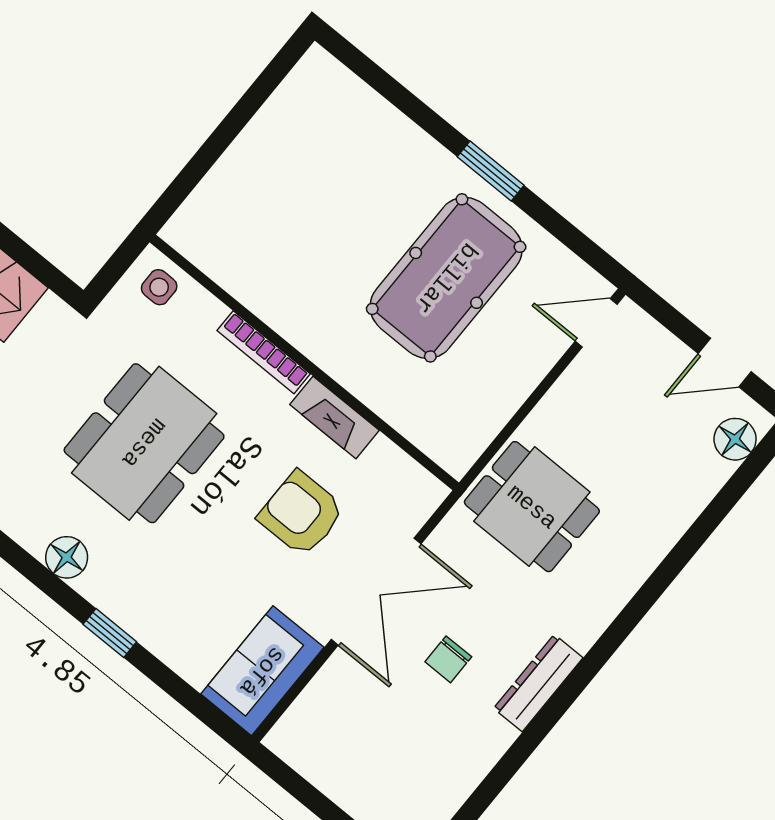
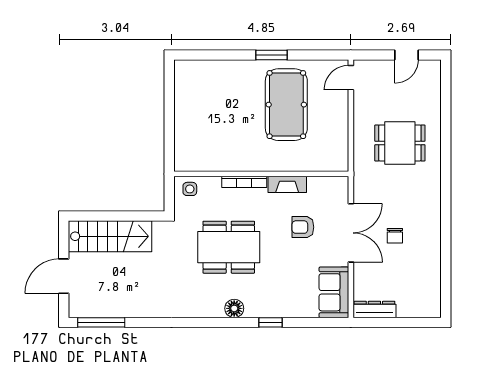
floor lamp: (735, 439) -> (432, 79), removed
dining table: (144, 443) -> (229, 247), turned 90
dining table: (532, 507) -> (400, 143), moved
armchair: (301, 514) -> (303, 227), width x0.72, depth x0.72
dresser: (538, 683) -> (374, 309), moved, turned 90

